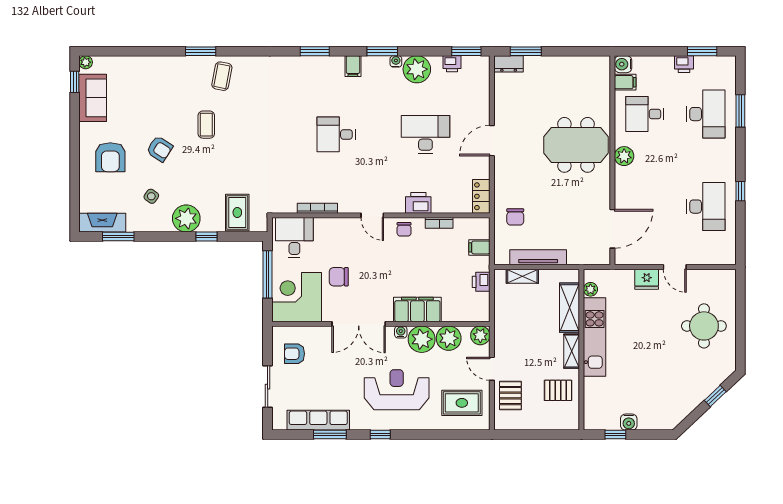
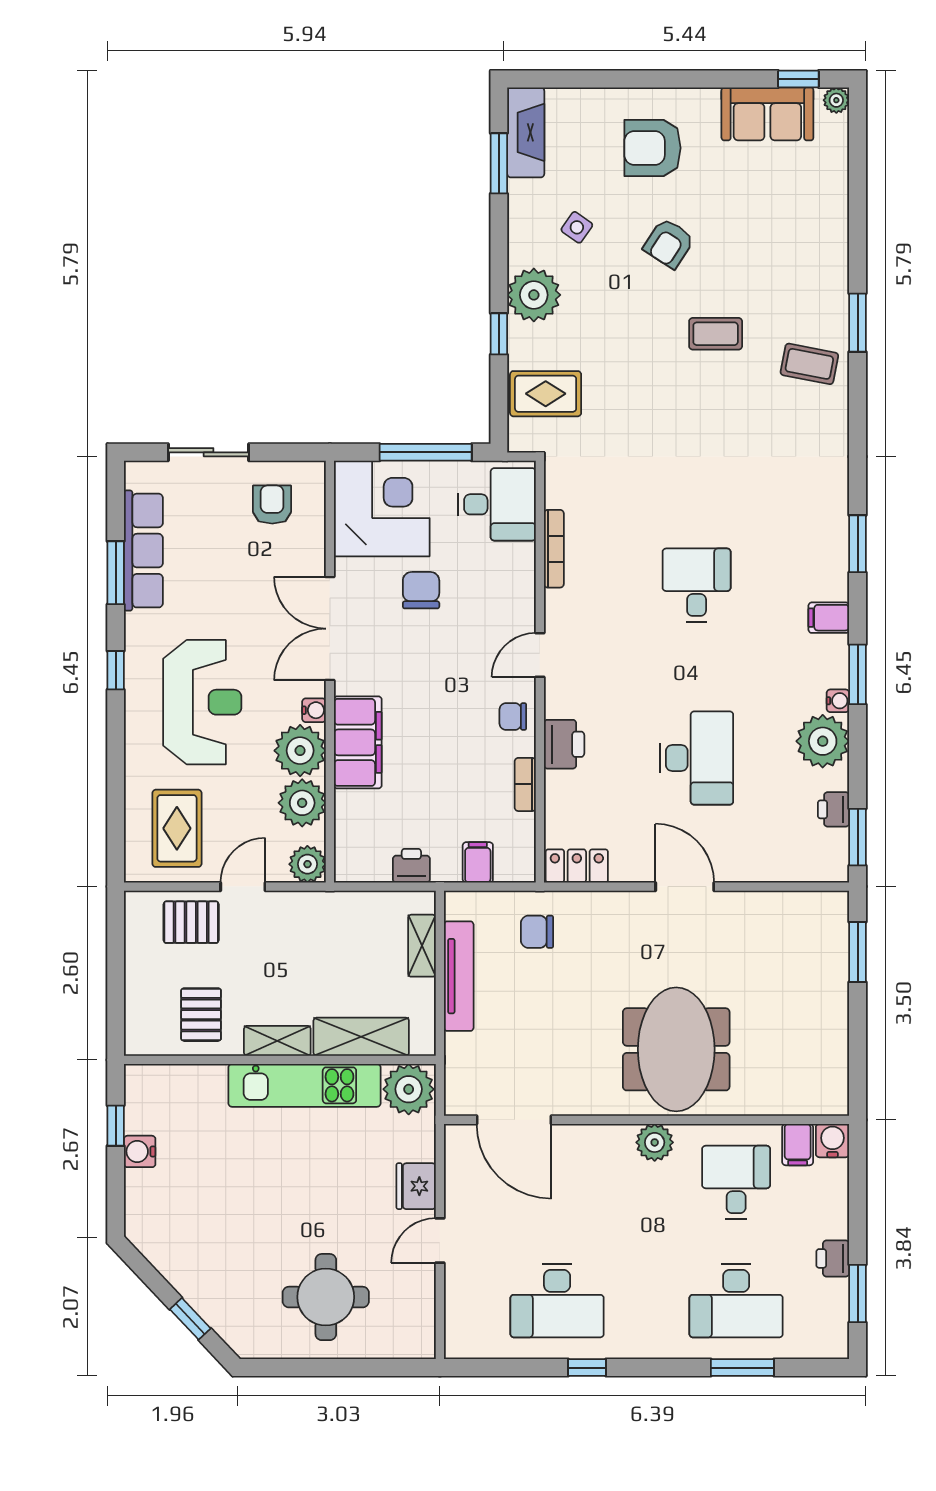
dresser: (509, 64) -> (833, 919), removed
plant: (590, 289) -> (409, 1089), width x1.87, depth x1.87

